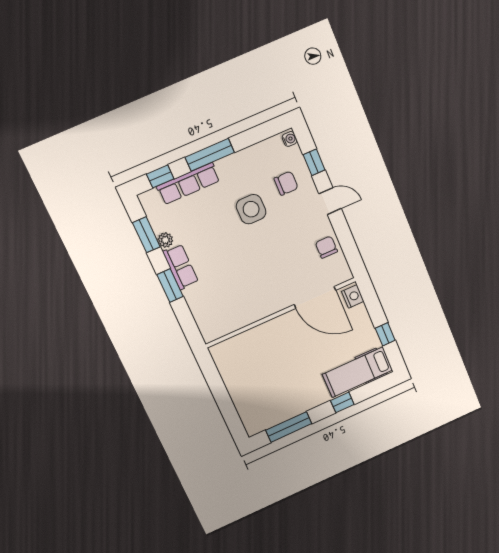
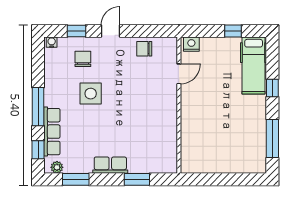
plant: (165, 240) -> (57, 167), moved
window: (170, 286) -> (137, 179), moved
door: (315, 297) -> (179, 74), width x0.53

